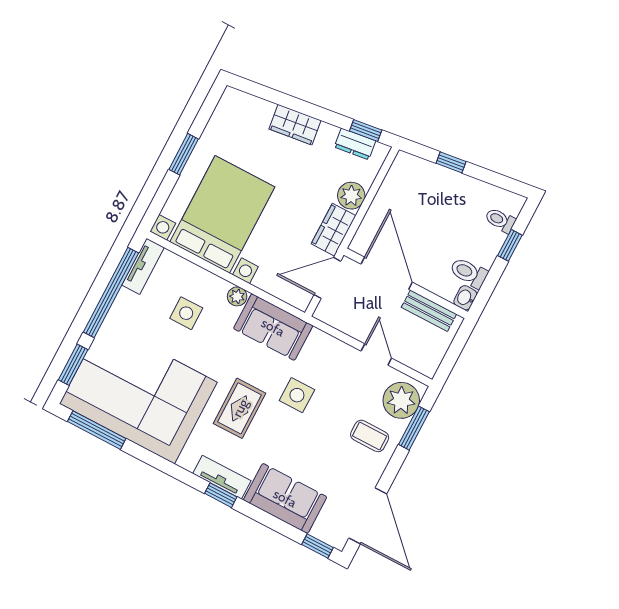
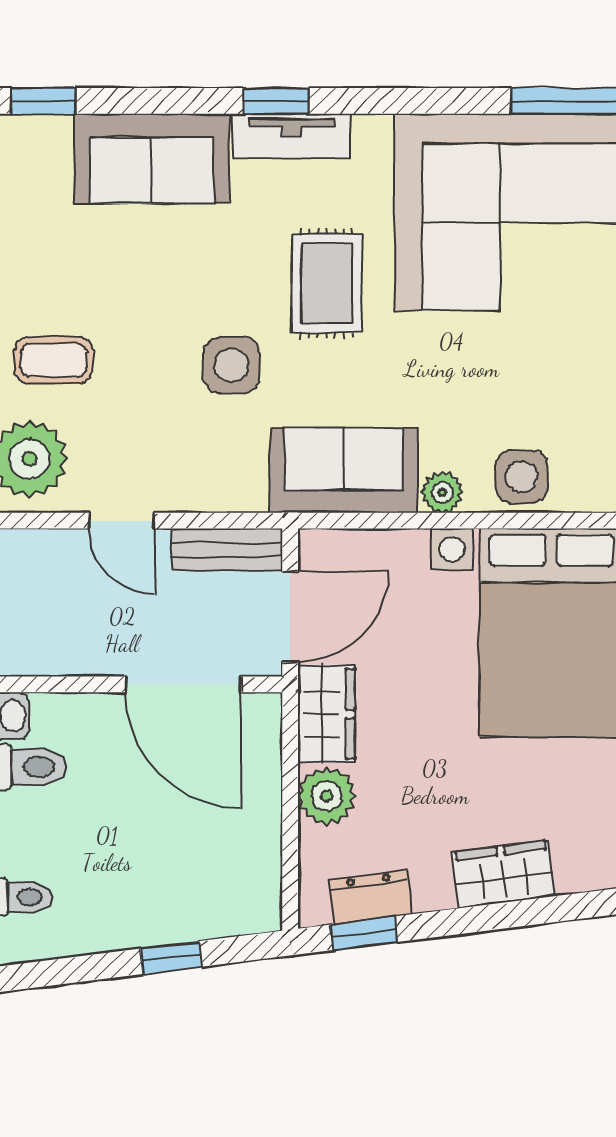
bench: (429, 311) -> (227, 550), moved
side table: (186, 313) -> (522, 477), moved

